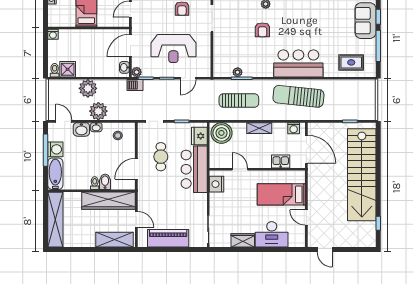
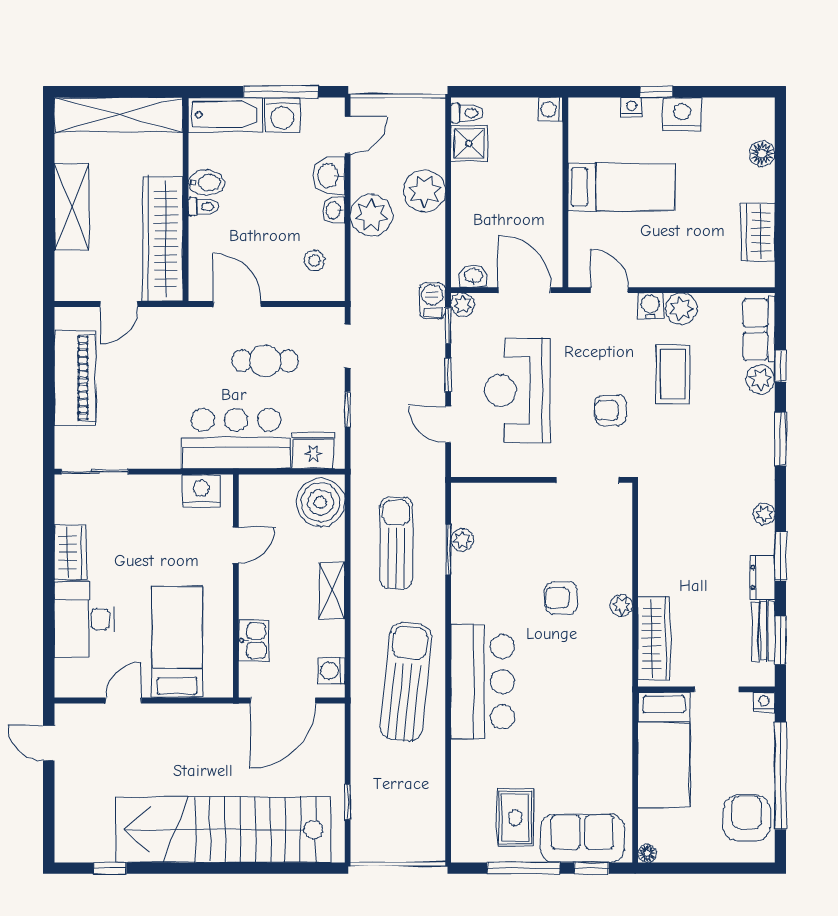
rug: (351, 62) -> (515, 818), moved
sun lounger: (239, 101) -> (396, 543), turned 180
bidet: (105, 182) -> (207, 183), moved
shelving: (114, 240) -> (72, 207), moved
door: (325, 249) -> (49, 743), hinge flipped

